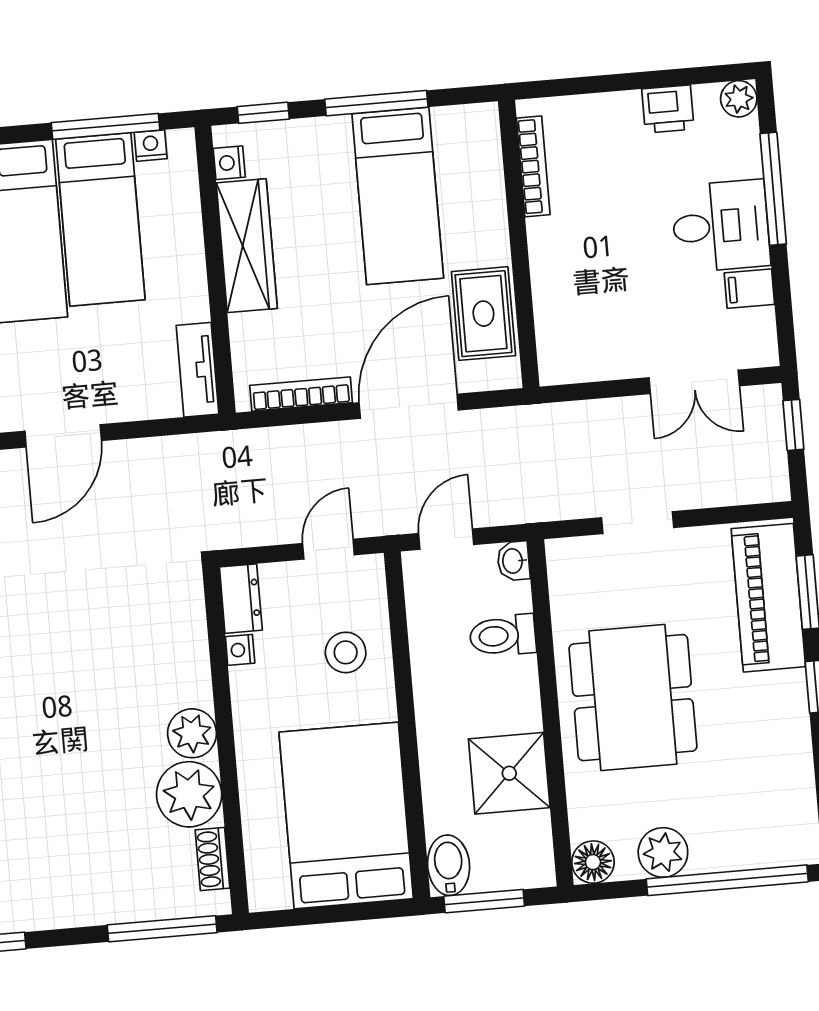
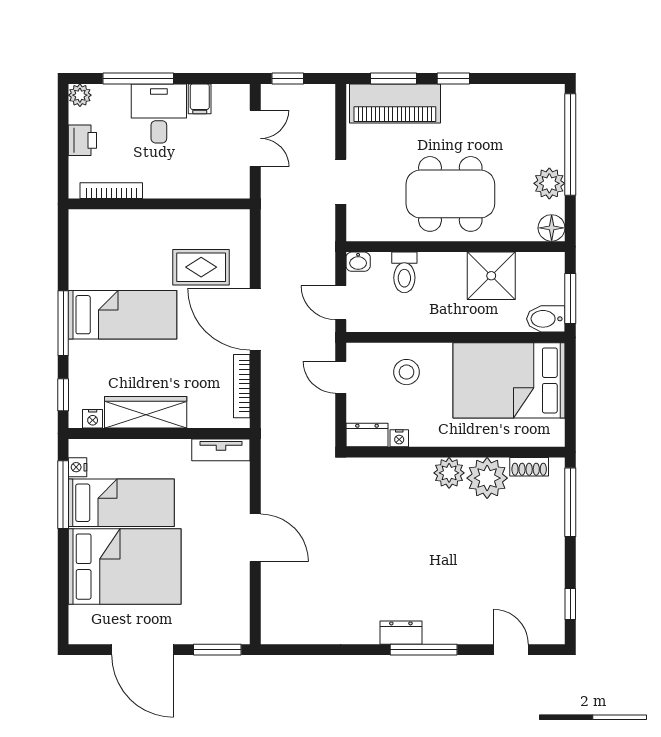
bookcase: (533, 166) -> (111, 191), moved
wall: (519, 244) -> (159, 204), moved

